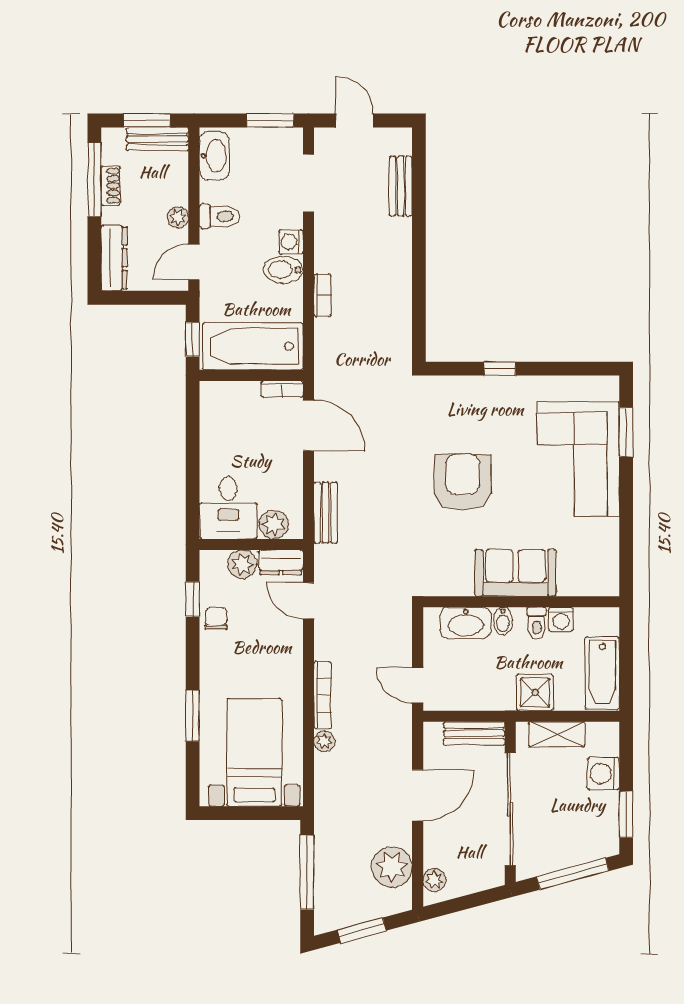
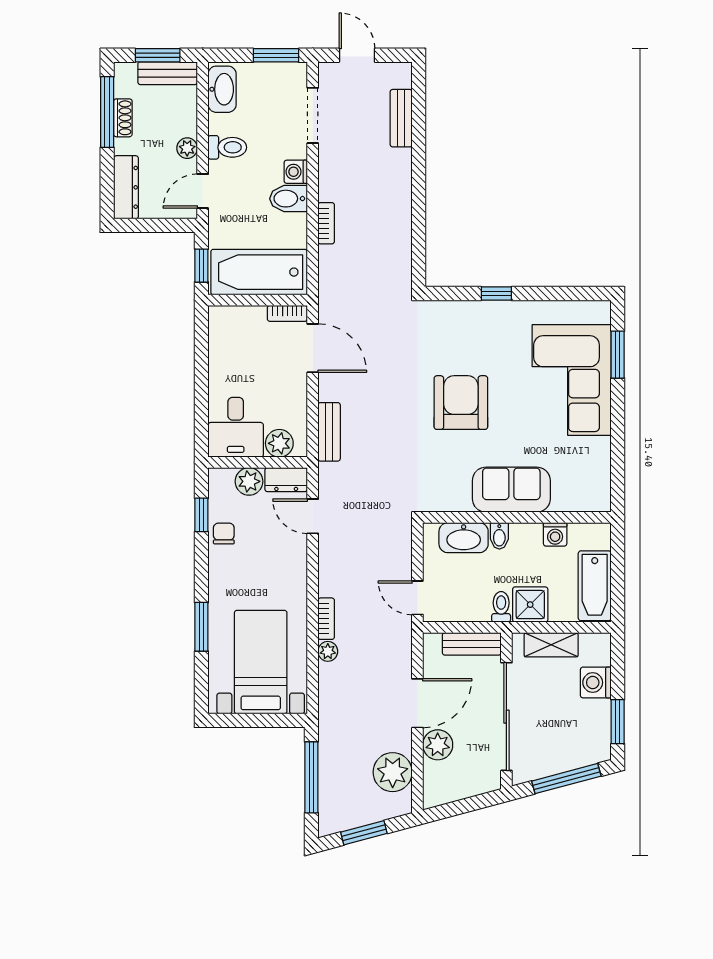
toilet: (537, 623) -> (501, 607), moved, turned 180
bookcase: (323, 695) -> (326, 619), width x0.64
plant: (434, 880) -> (438, 745), moved, width x1.38, depth x1.38

